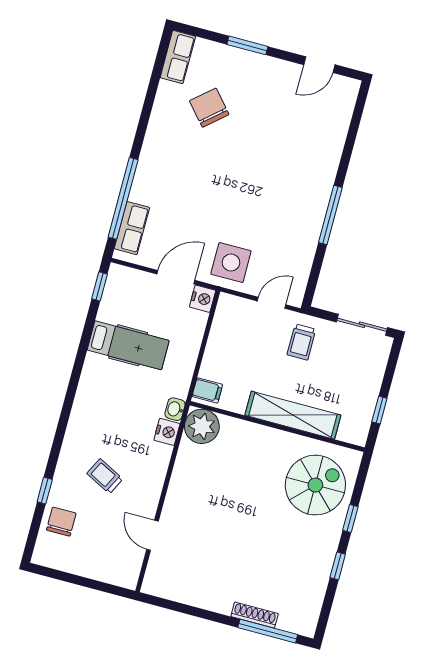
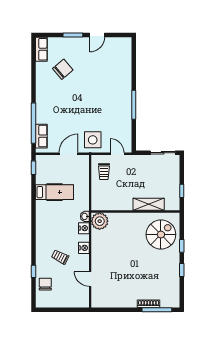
door: (319, 65) -> (97, 35), moved
chair: (209, 108) -> (63, 69), turned 91
nightstand: (203, 299) -> (84, 248), moved
door: (272, 303) -> (117, 154), hinge flipped
trolley: (301, 342) -> (104, 172), moved
filing cabinet: (207, 390) -> (98, 203), removed
shelving: (293, 415) -> (149, 204), width x0.68

